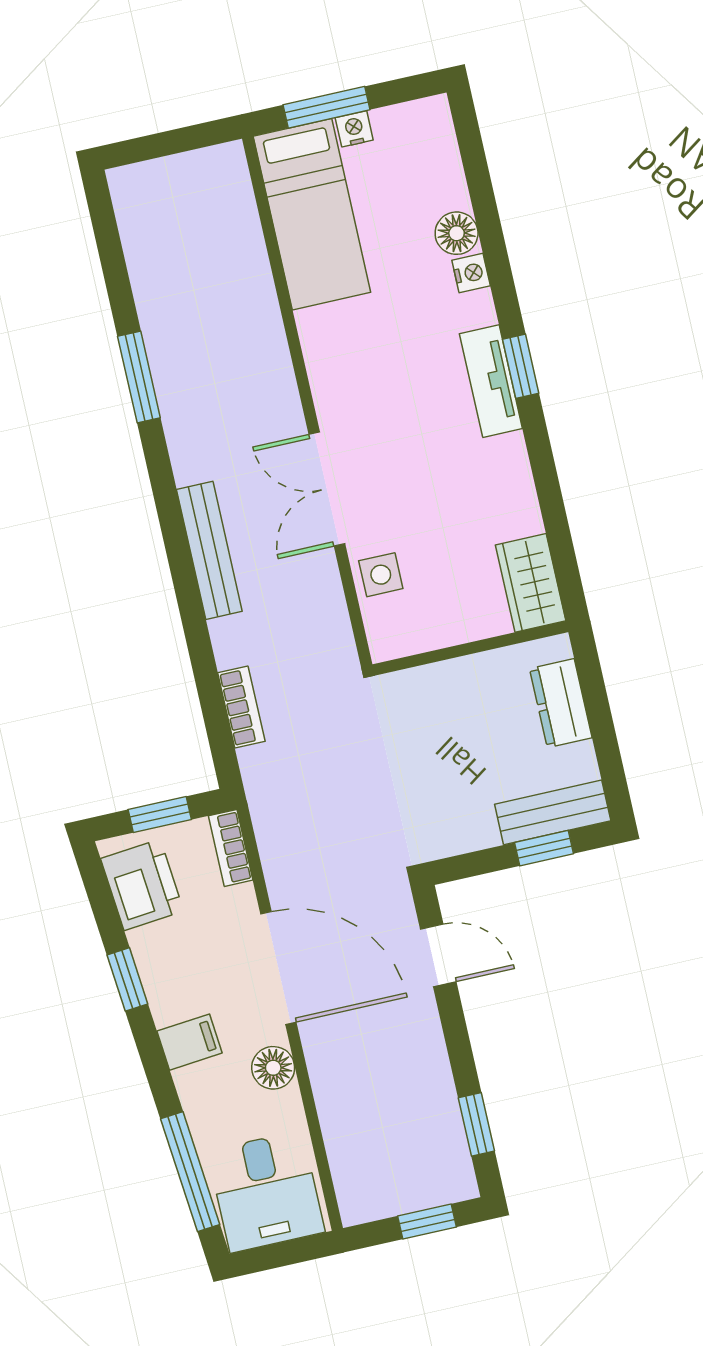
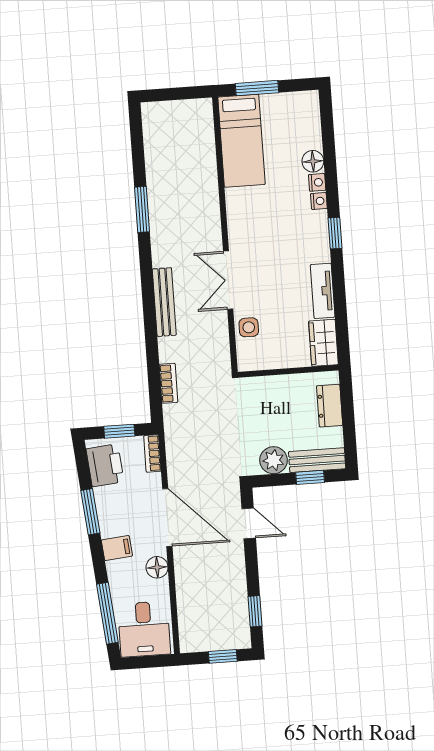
nightstand: (354, 129) -> (319, 201), moved, turned 90
tv unit: (491, 381) -> (323, 291), moved
plant: (468, 826) -> (273, 460), added
window: (127, 979) -> (90, 512), width x1.50

